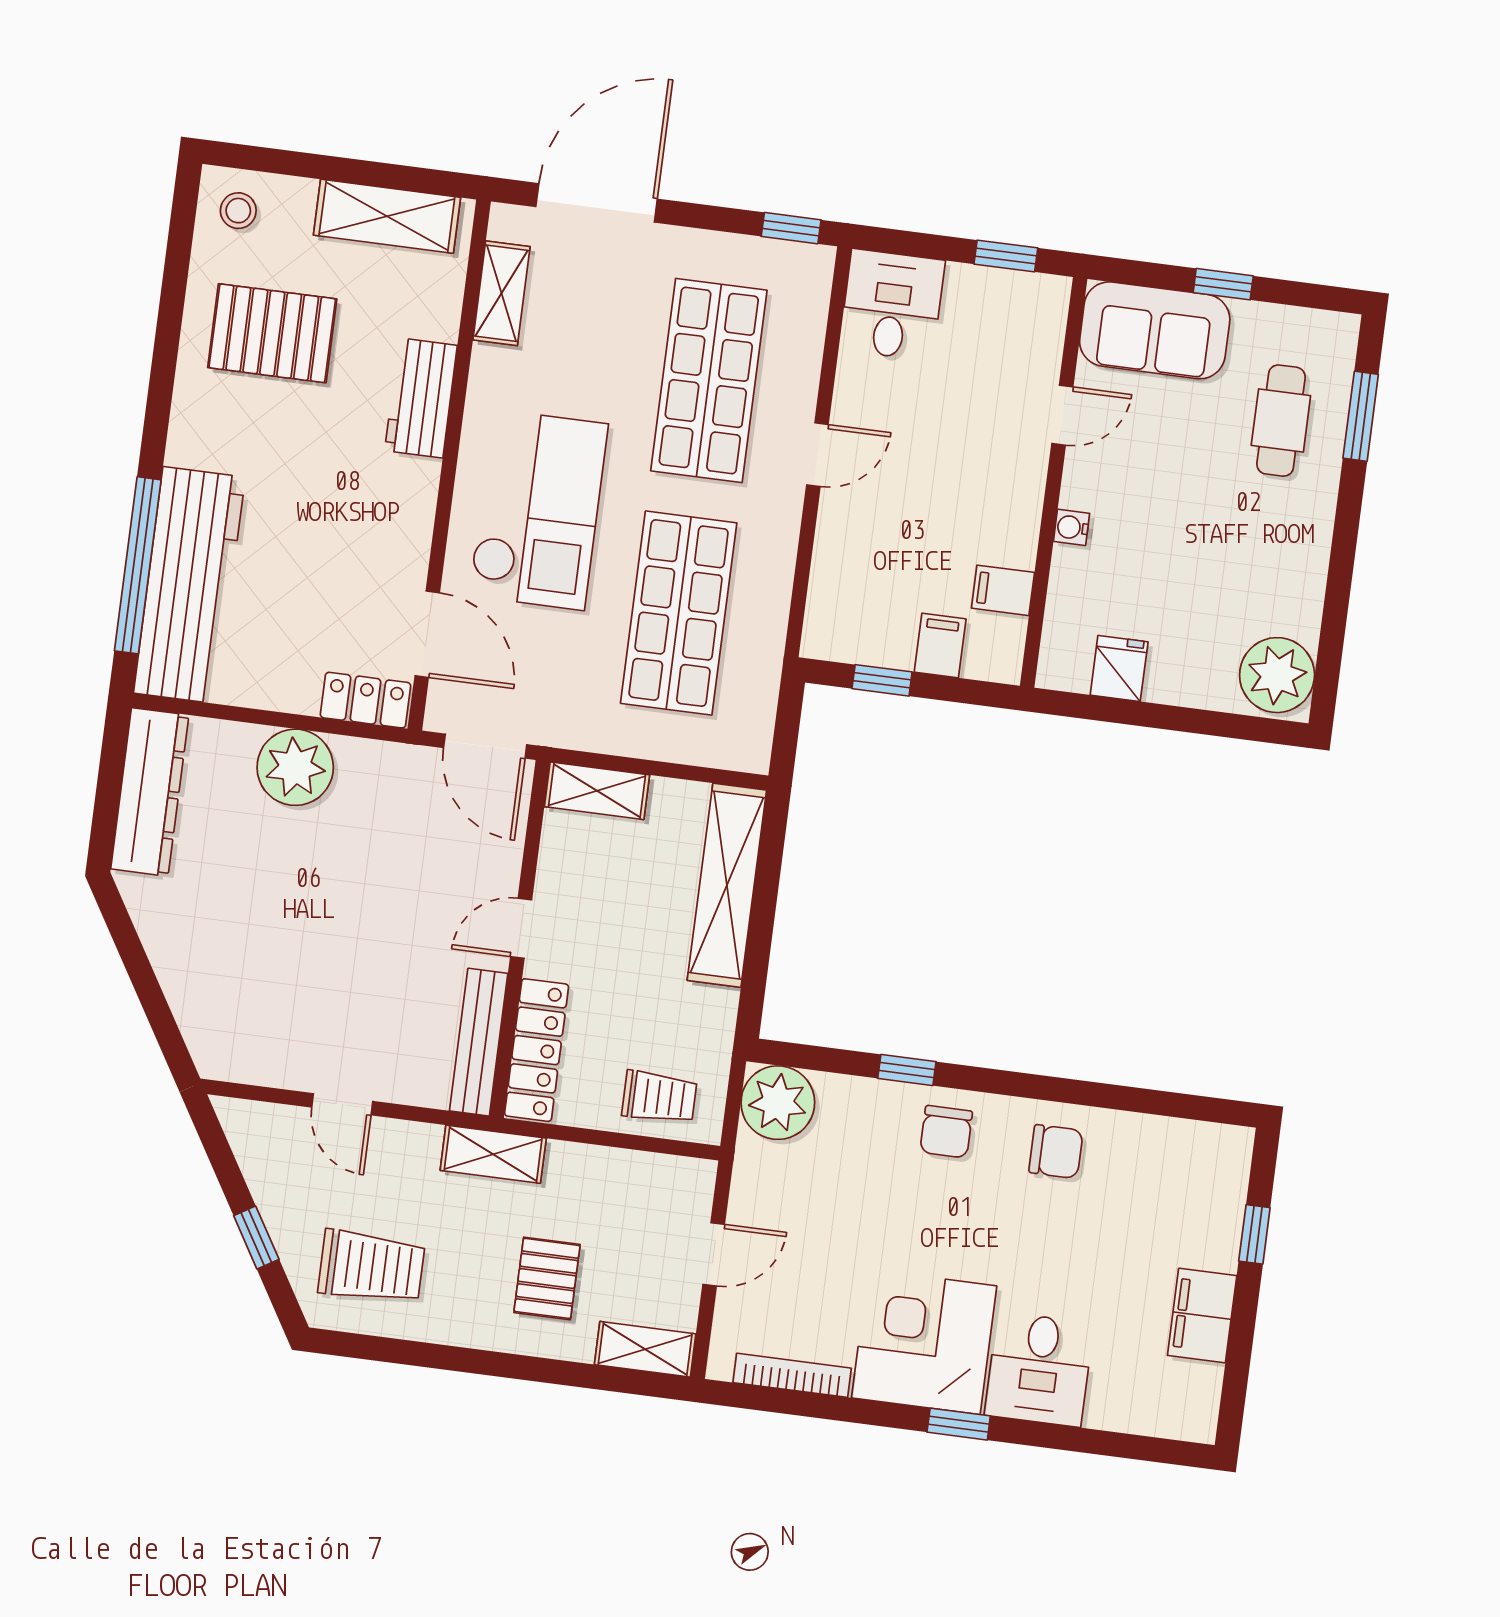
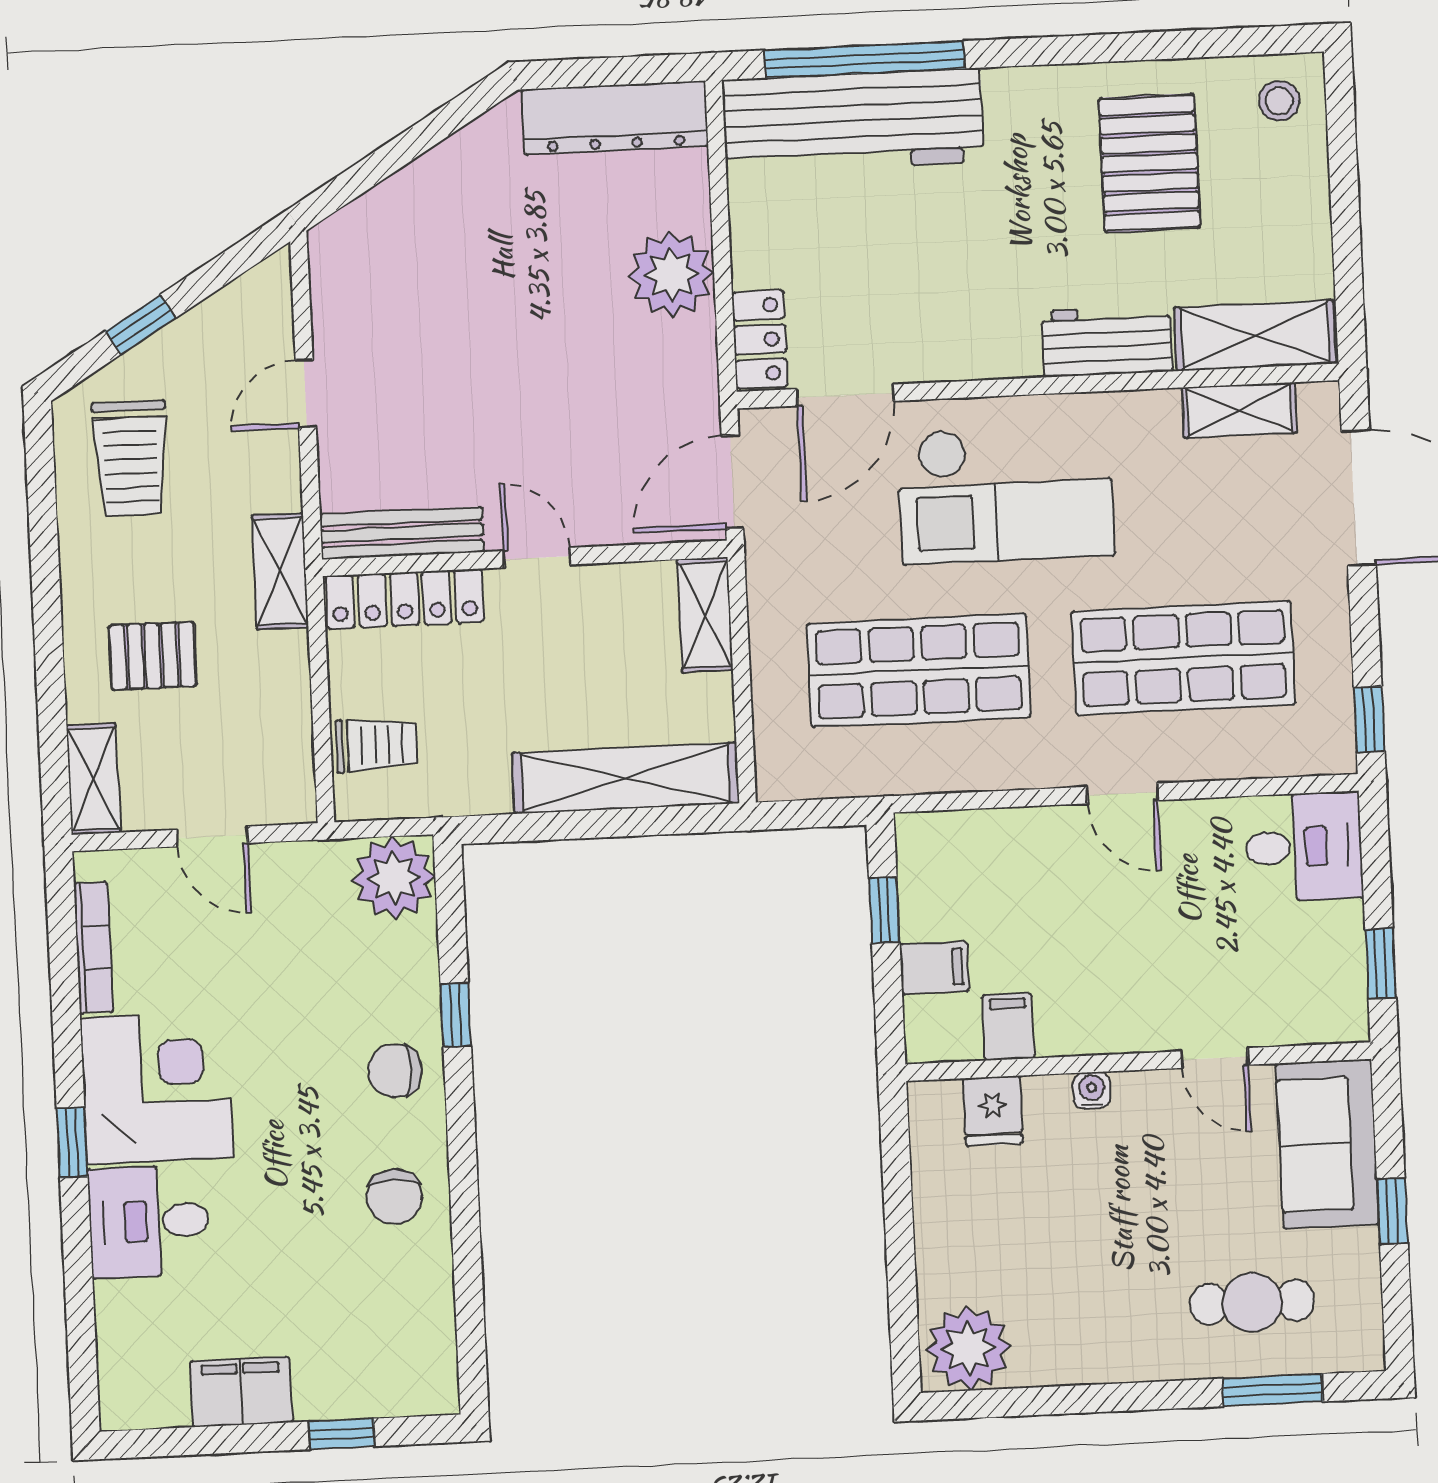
shelving: (387, 216) -> (1255, 336), moved, turned 90
fridge: (1119, 668) -> (993, 1111), moved, turned 90
trolley: (659, 1097) -> (377, 745), turned -90

